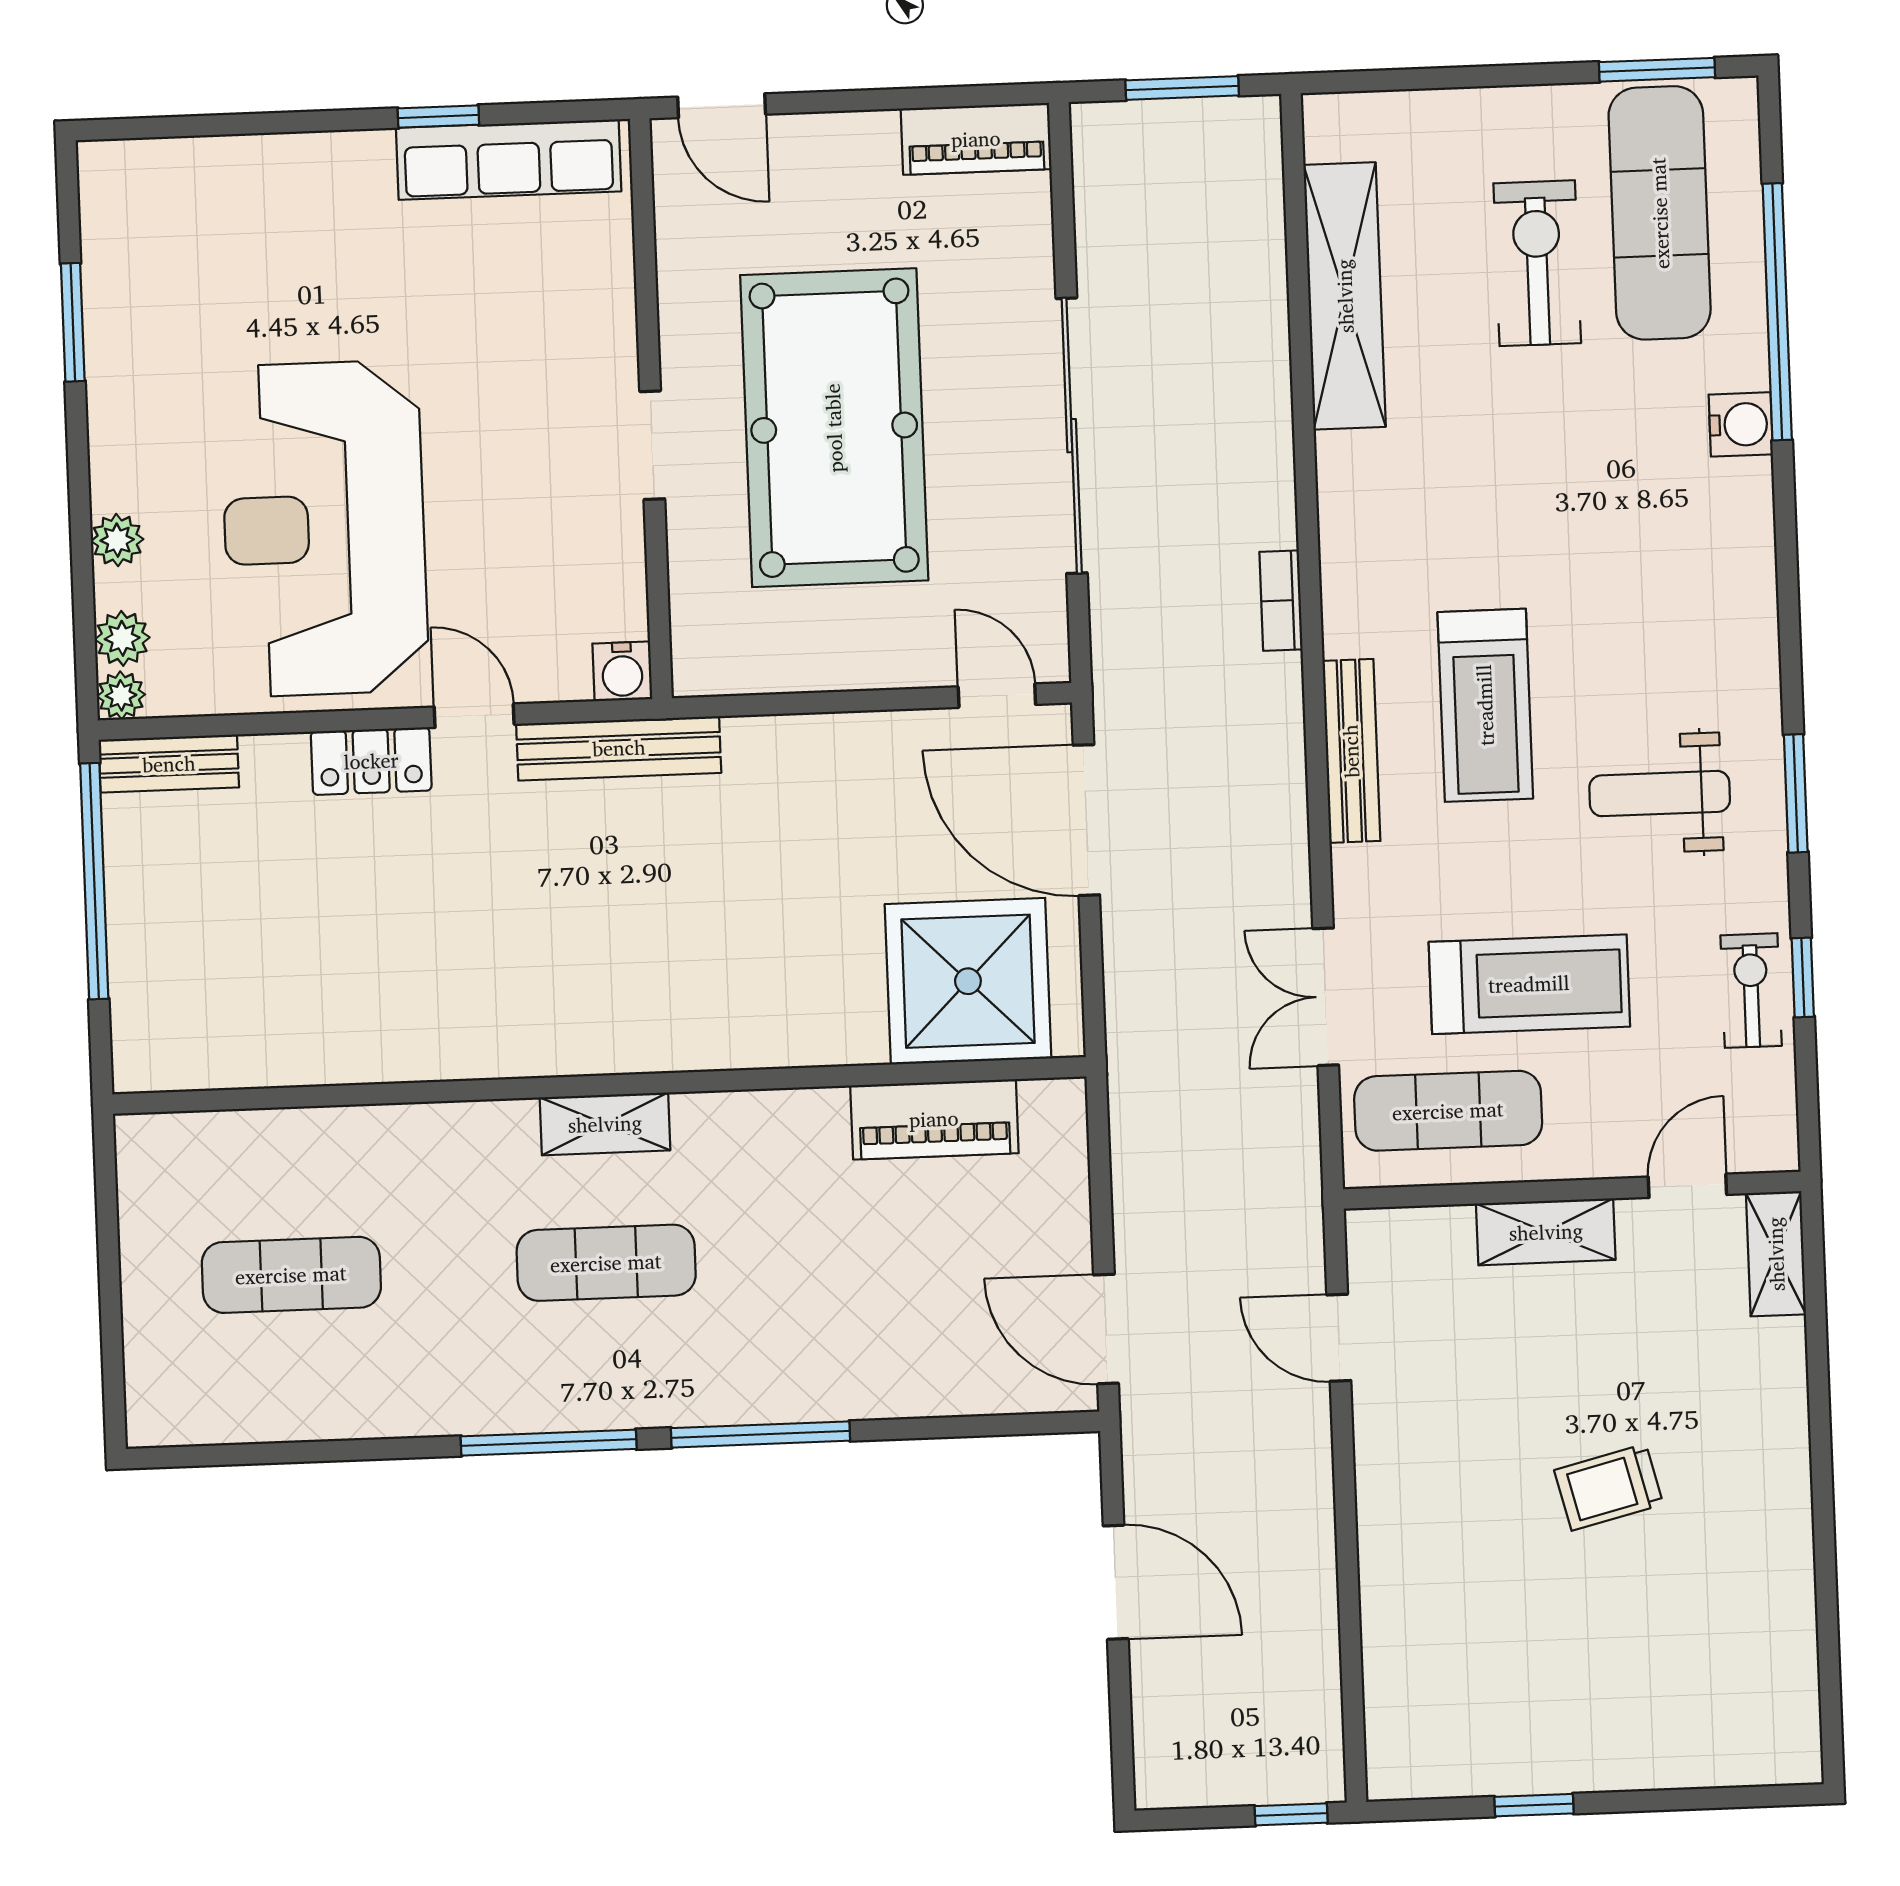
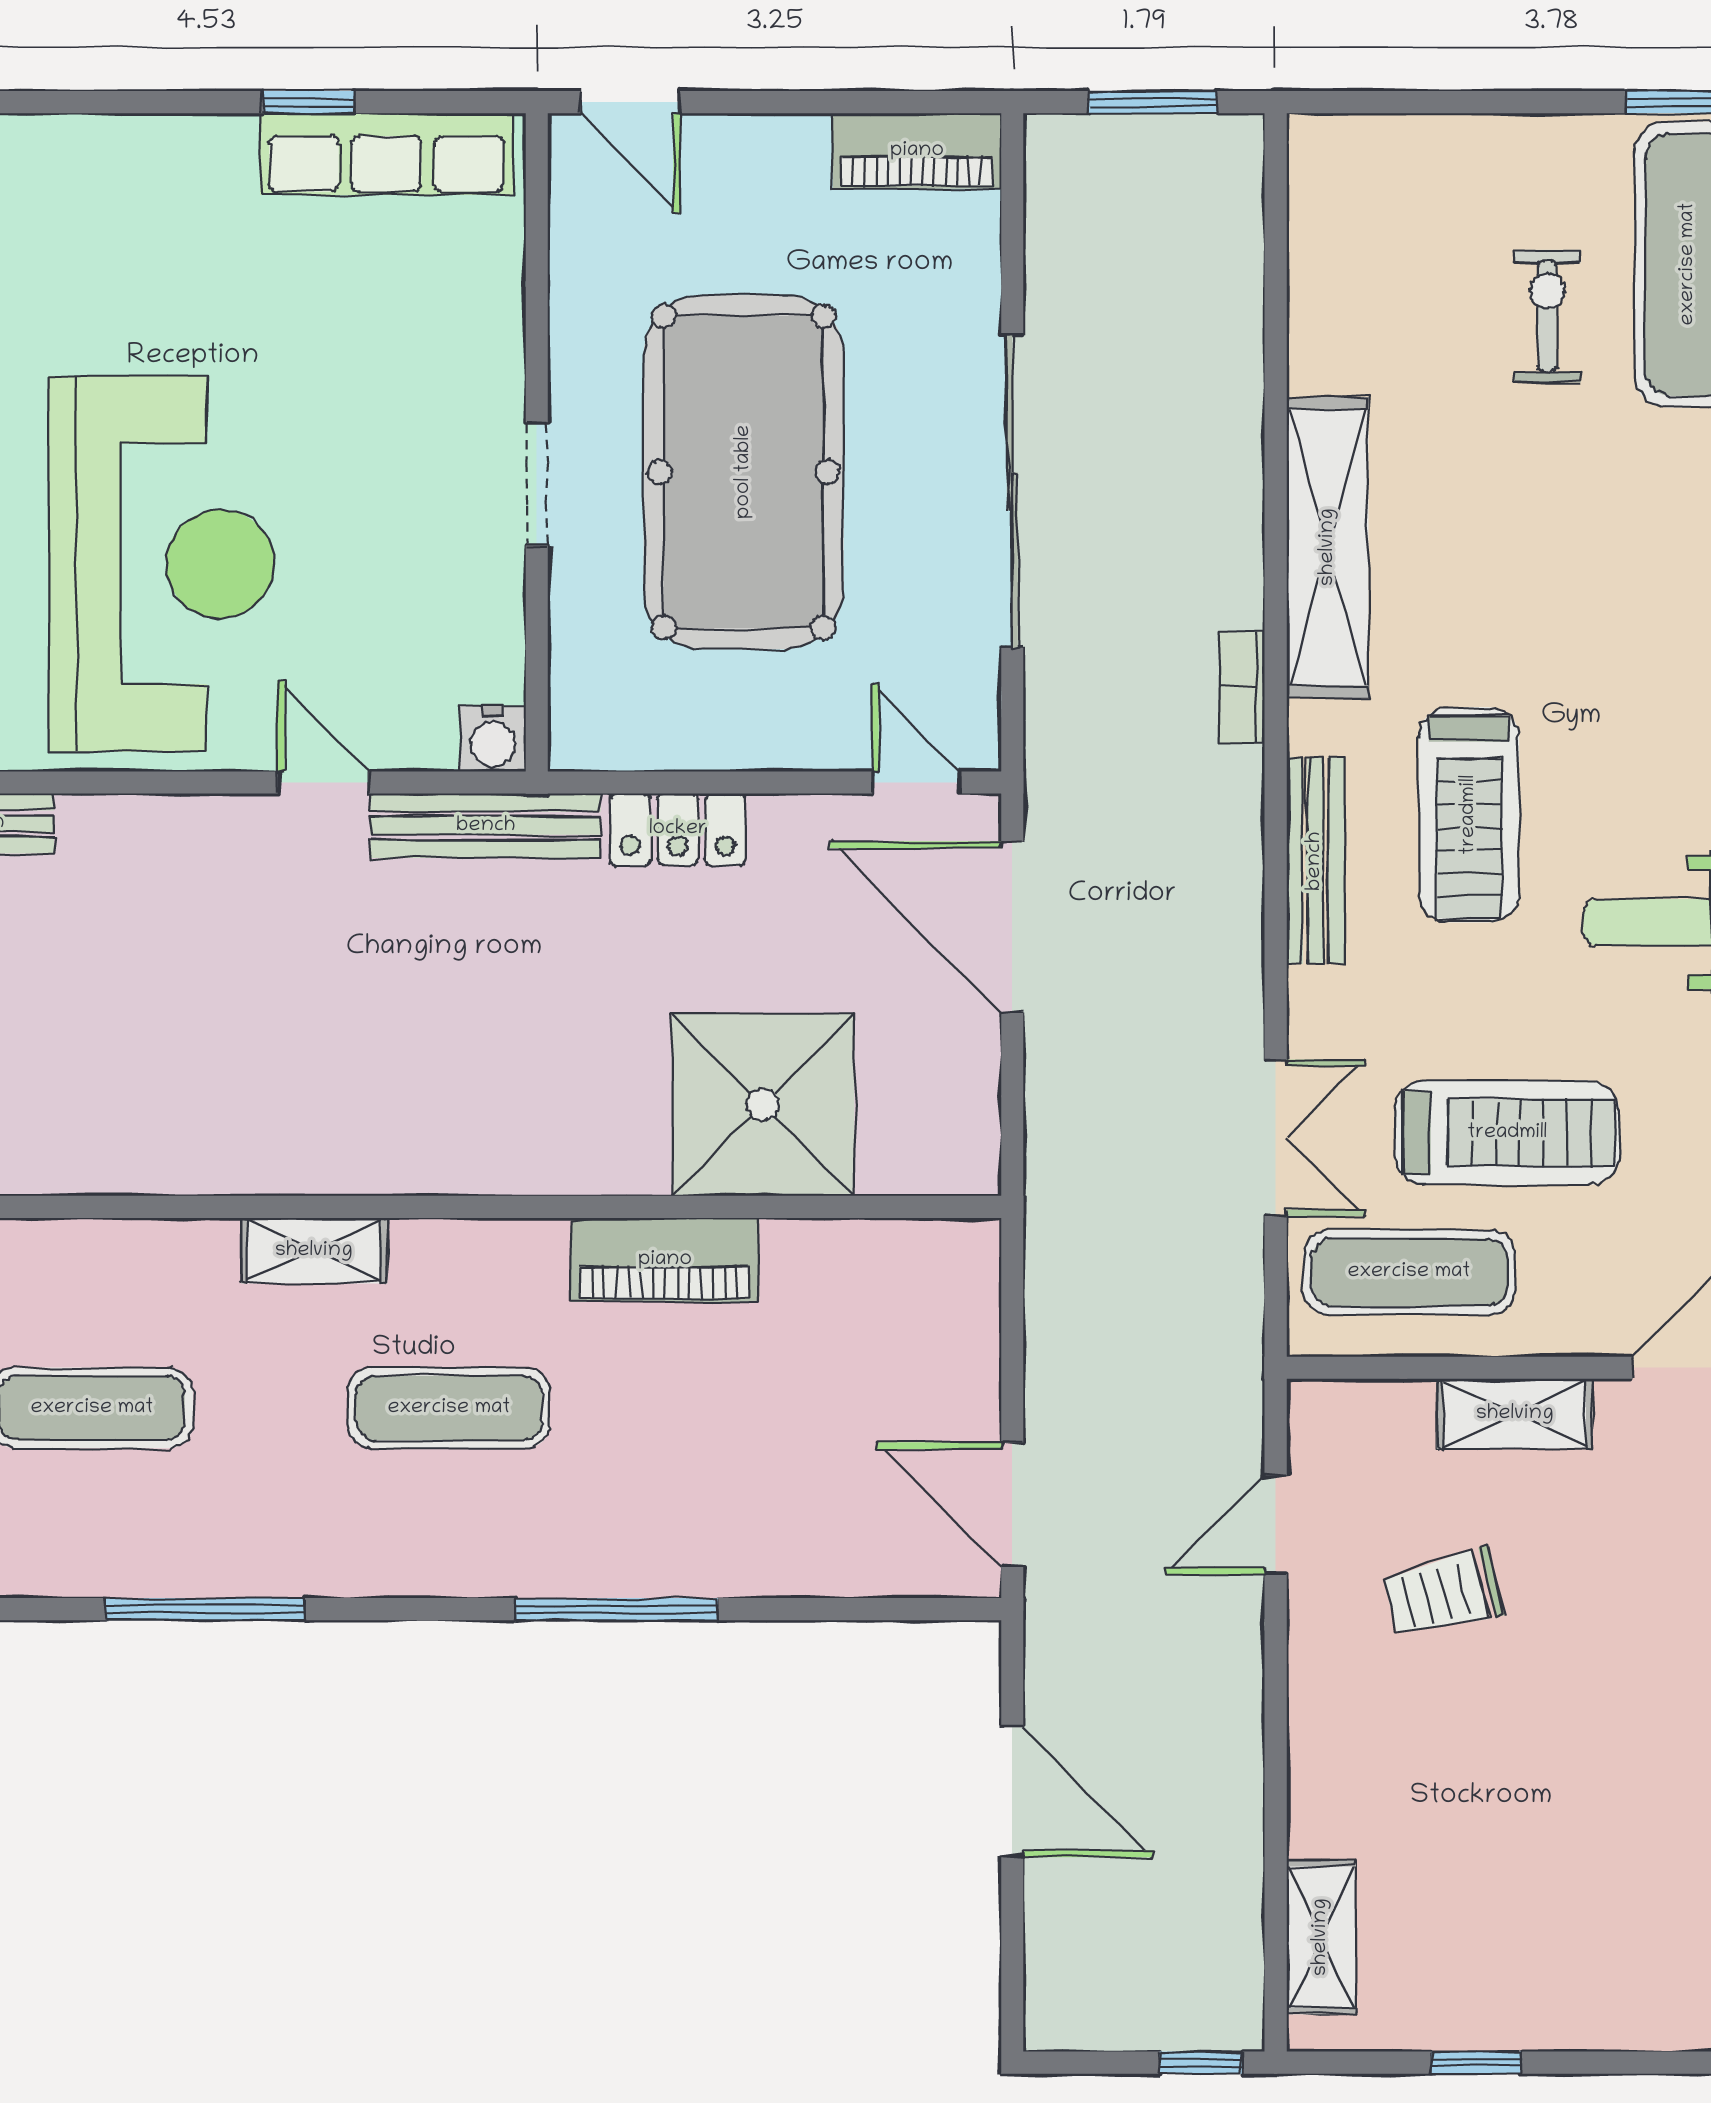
exercise bike: (1537, 263) -> (1547, 316), width x0.73, depth x0.72
shelving: (1345, 296) -> (1328, 547), moved
reception desk: (324, 528) -> (162, 564), turned 180
locker: (371, 761) -> (678, 829), moved
shower: (968, 981) -> (763, 1105), moved
double door: (1326, 997) -> (1276, 1138), swing flipped
piano: (934, 1119) -> (665, 1260), moved
shelving: (605, 1124) -> (314, 1251), moved
door: (1339, 1338) -> (1276, 1525), hinge flipped
window: (549, 1443) -> (205, 1609), moved
trolley: (1609, 1487) -> (1443, 1593), moved
shelving: (1393, 1700) -> (1321, 1937), added

